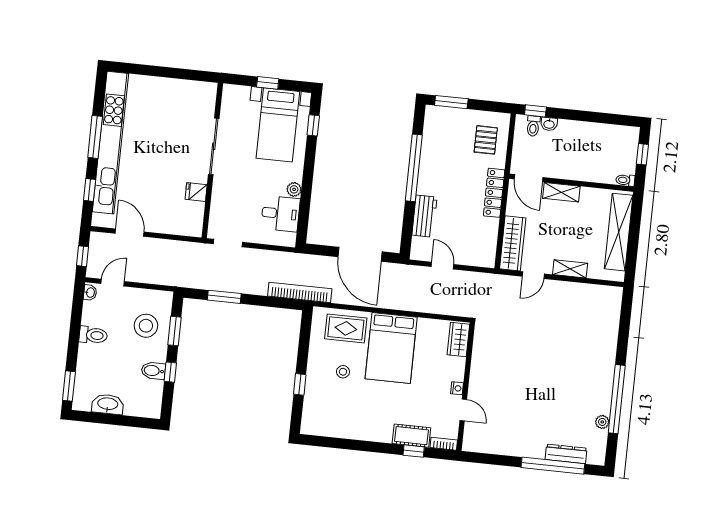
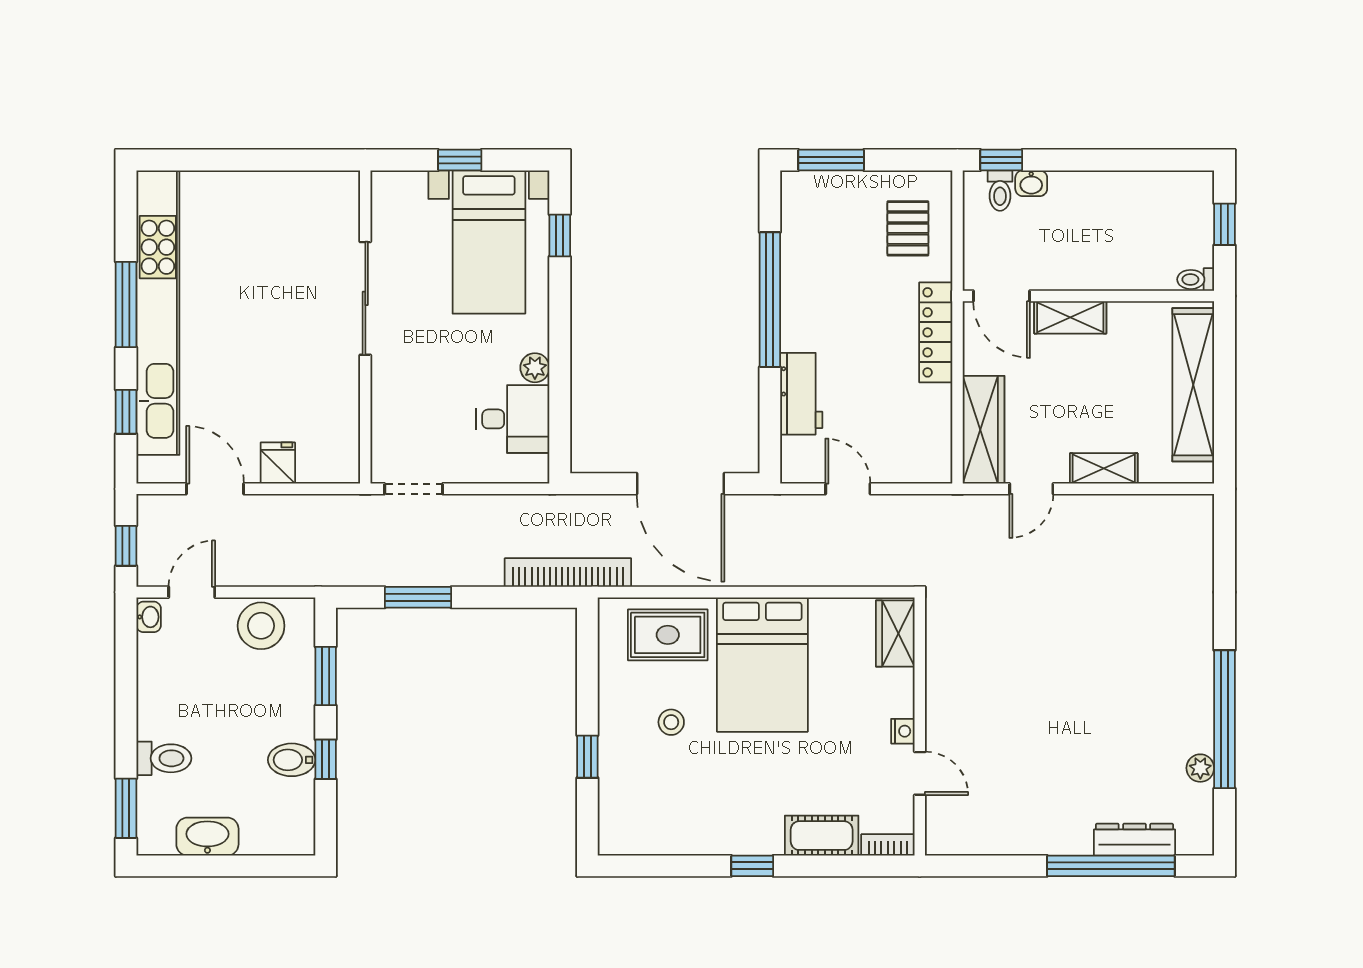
fridge: (196, 192) -> (278, 463), moved, turned 90
stool: (146, 326) -> (261, 626), moved
toilet: (93, 335) -> (164, 758), moved
window: (414, 451) -> (752, 866), moved

